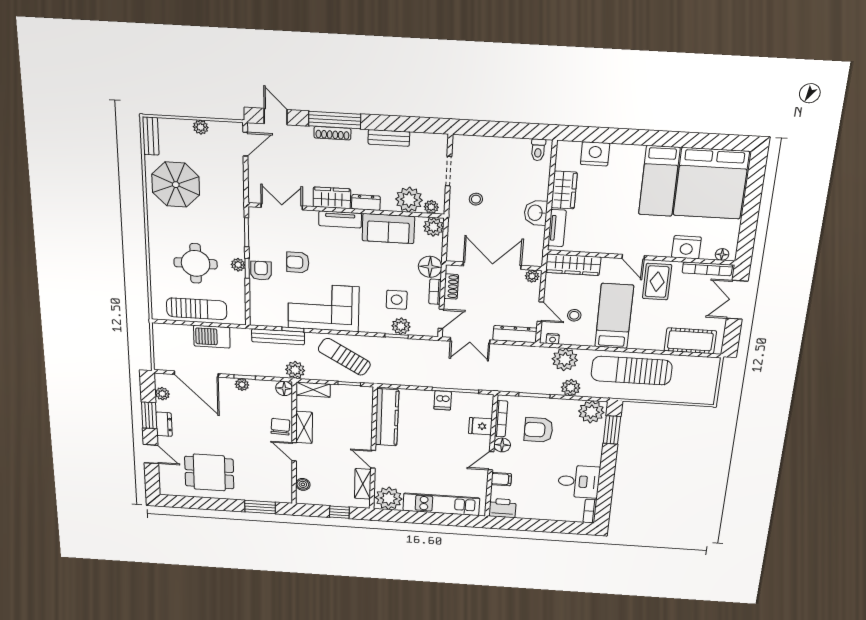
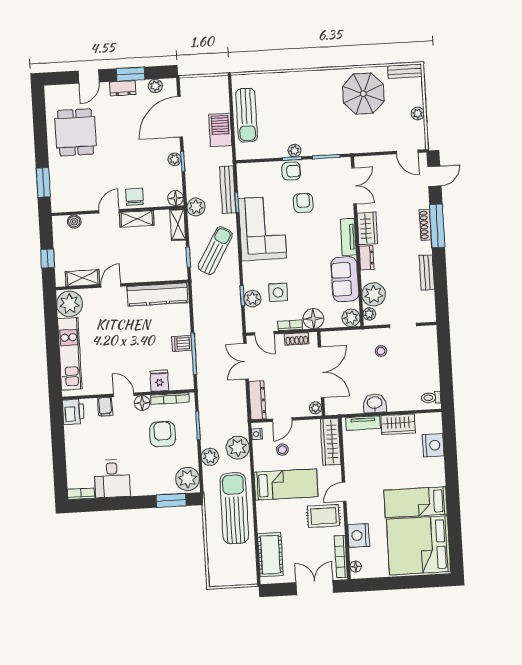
round table: (196, 263) -> (291, 113), removed
chair: (280, 427) -> (135, 197), turned -93

